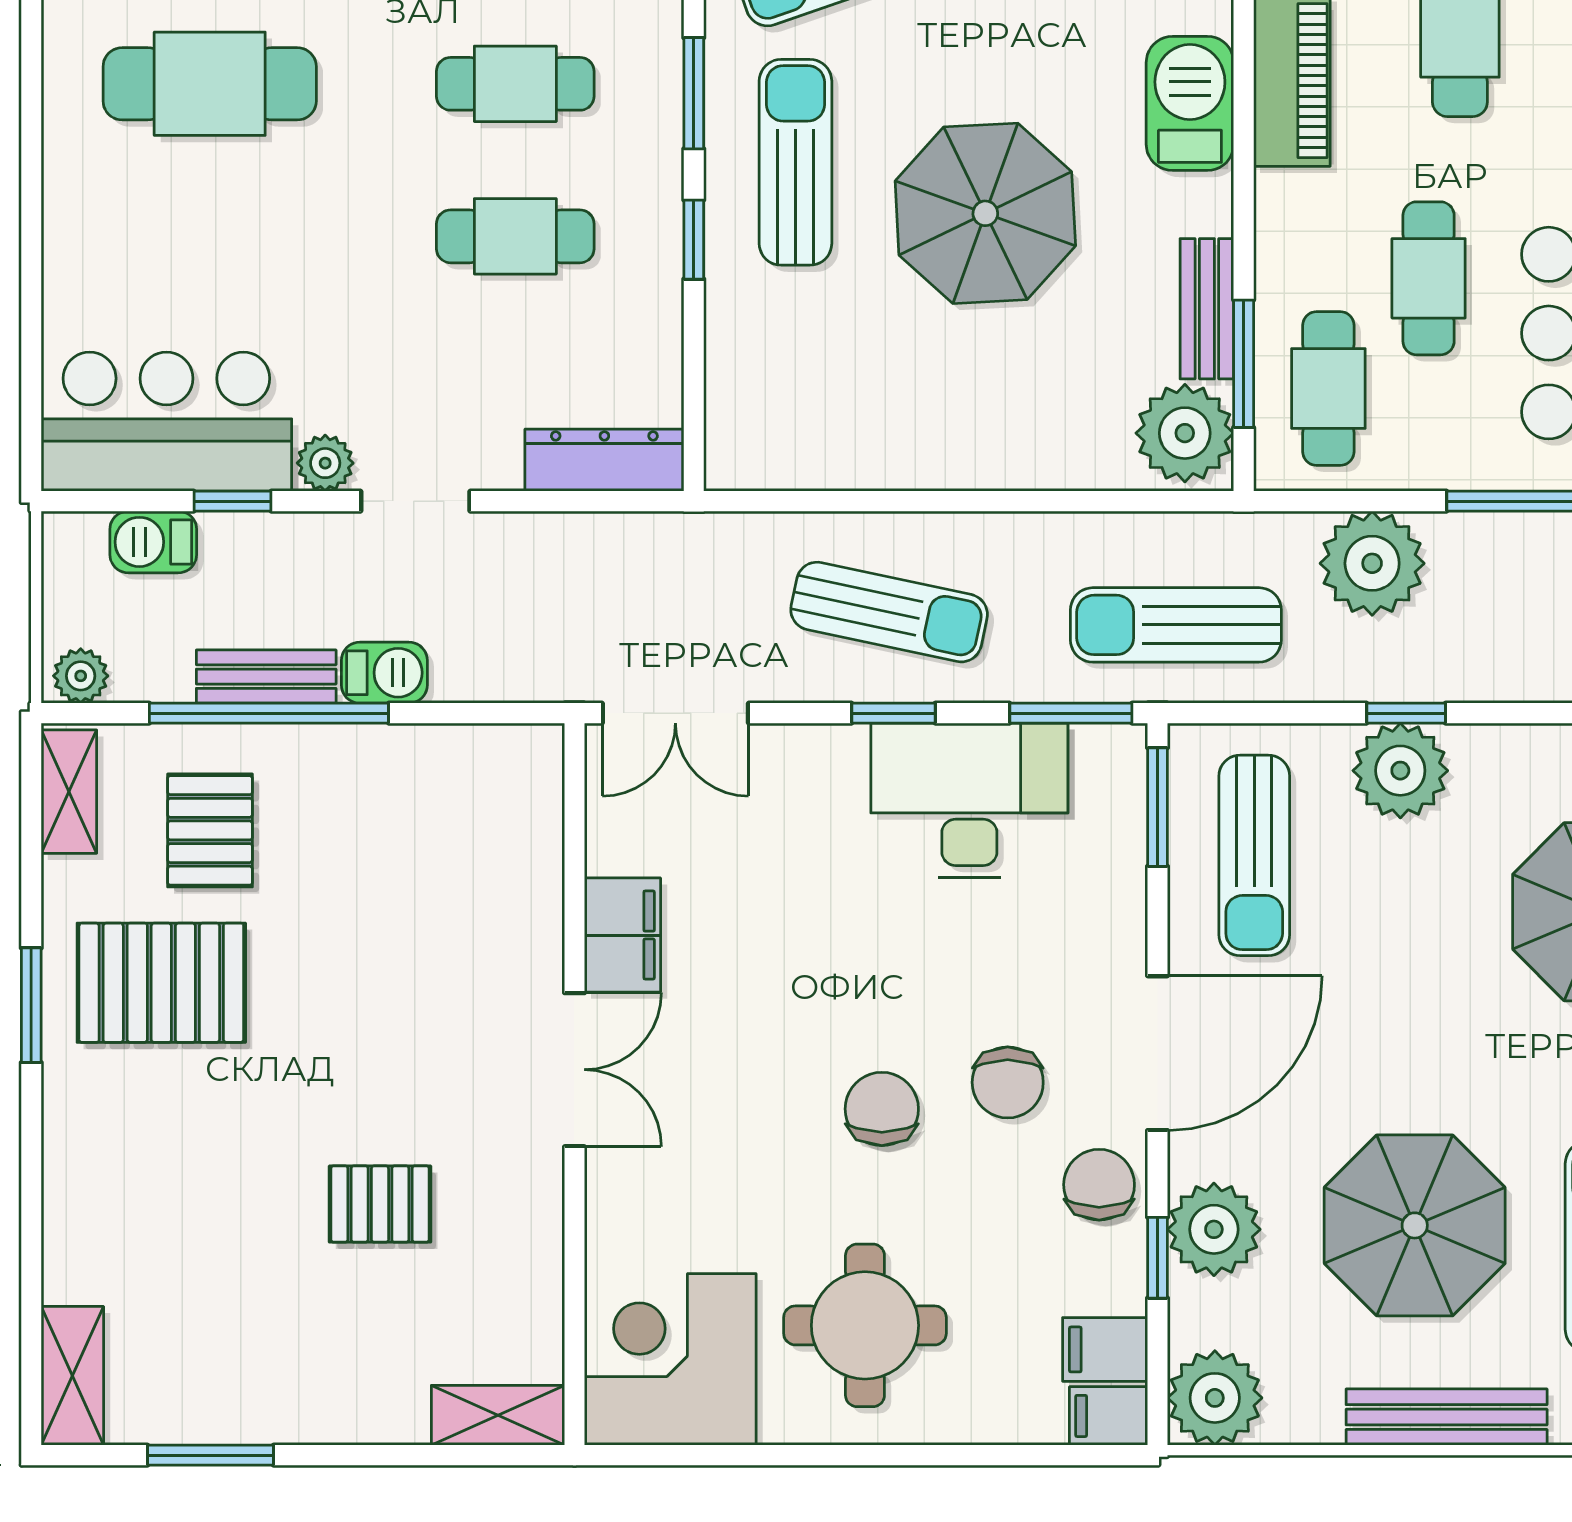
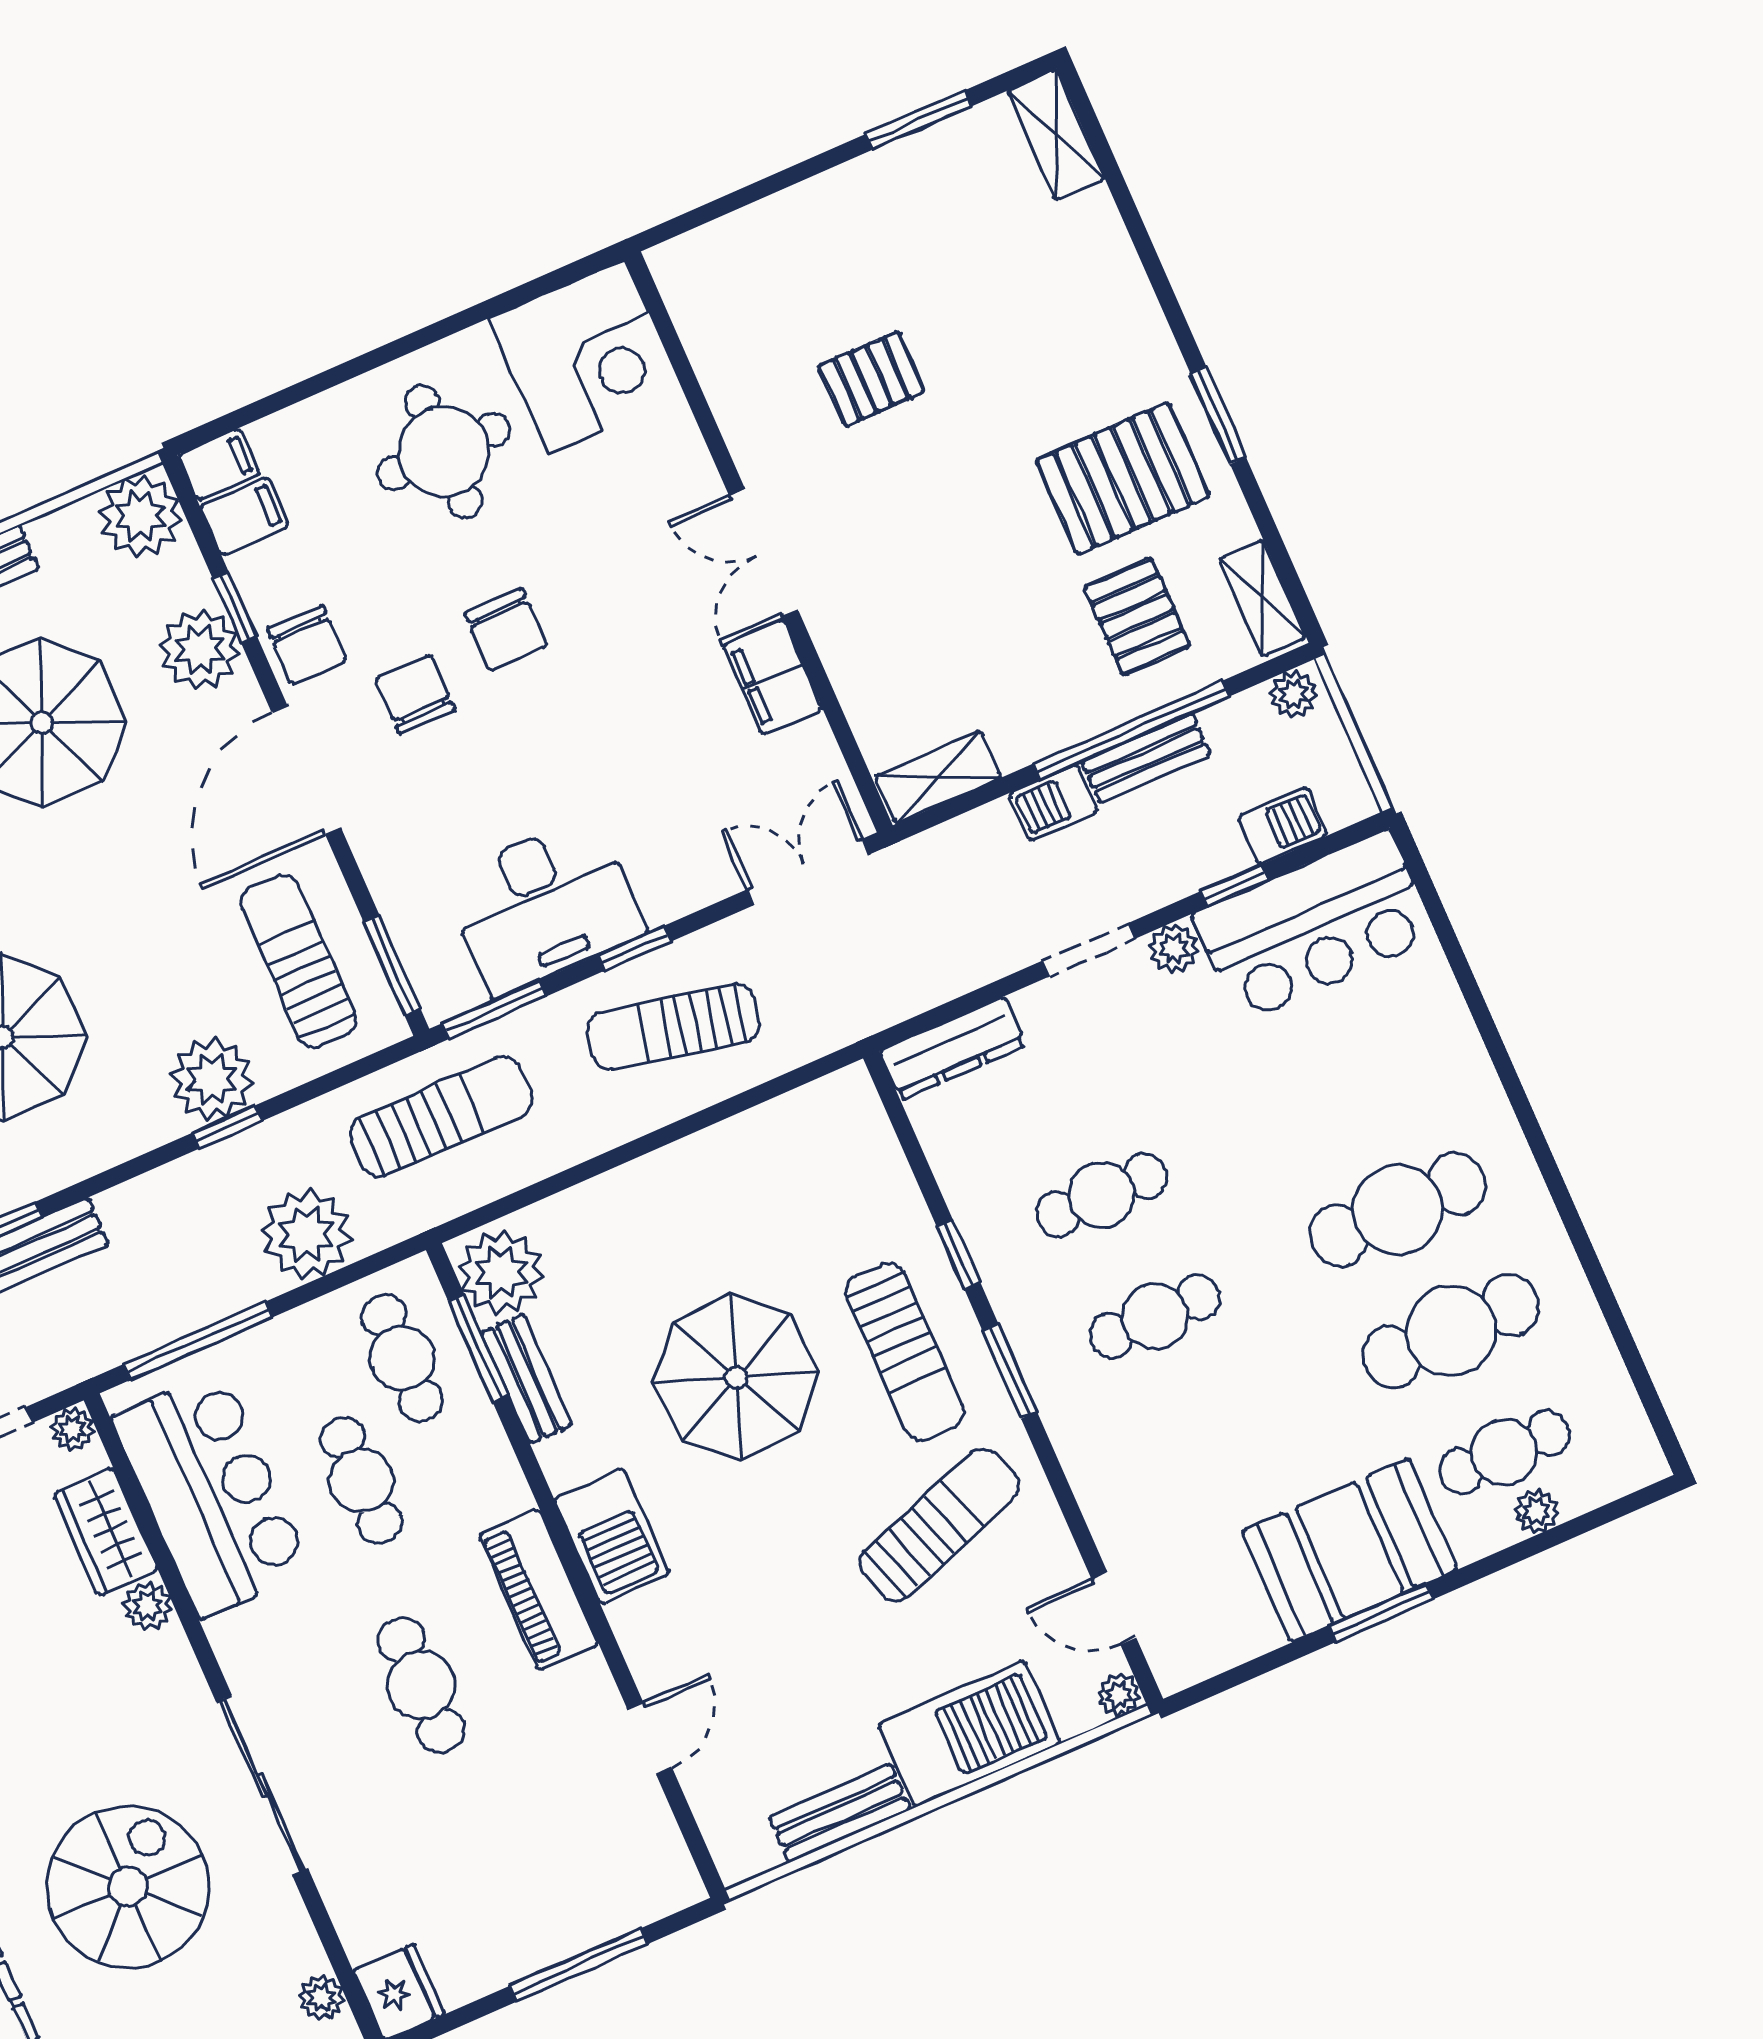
shelving: (498, 1415) -> (938, 777), moved

